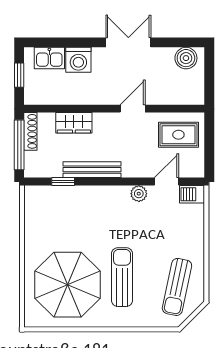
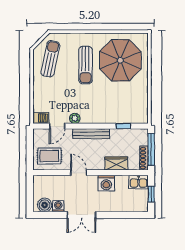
washing machine: (165, 56) -> (58, 206), added
kitchen sink: (49, 58) -> (139, 182), moved, turned 180
washing machine: (78, 60) -> (106, 183), moved, turned 180
door: (133, 109) -> (79, 173), swing flipped
bench: (92, 170) -> (91, 134), moved

